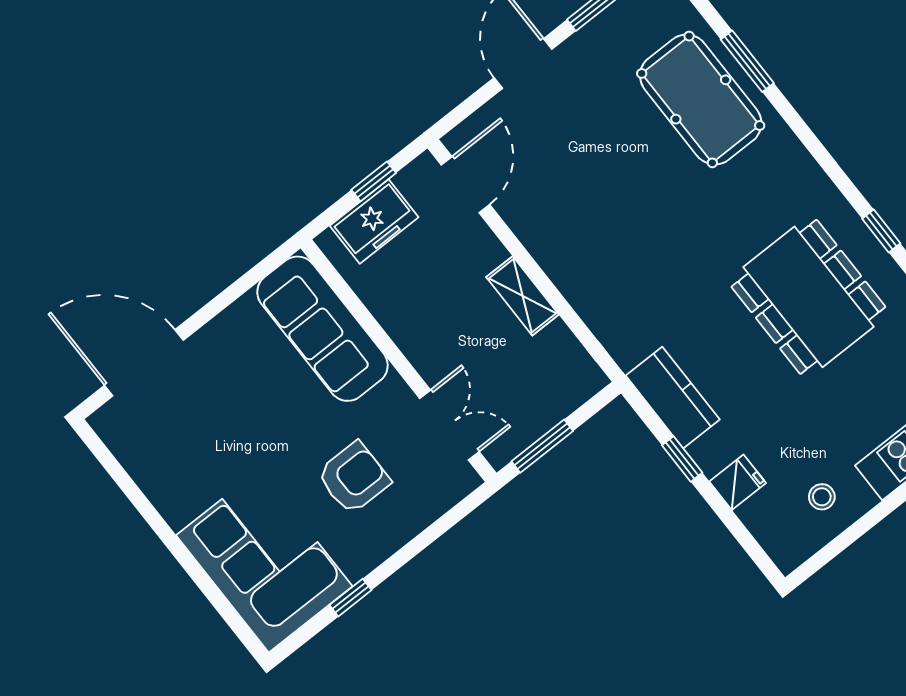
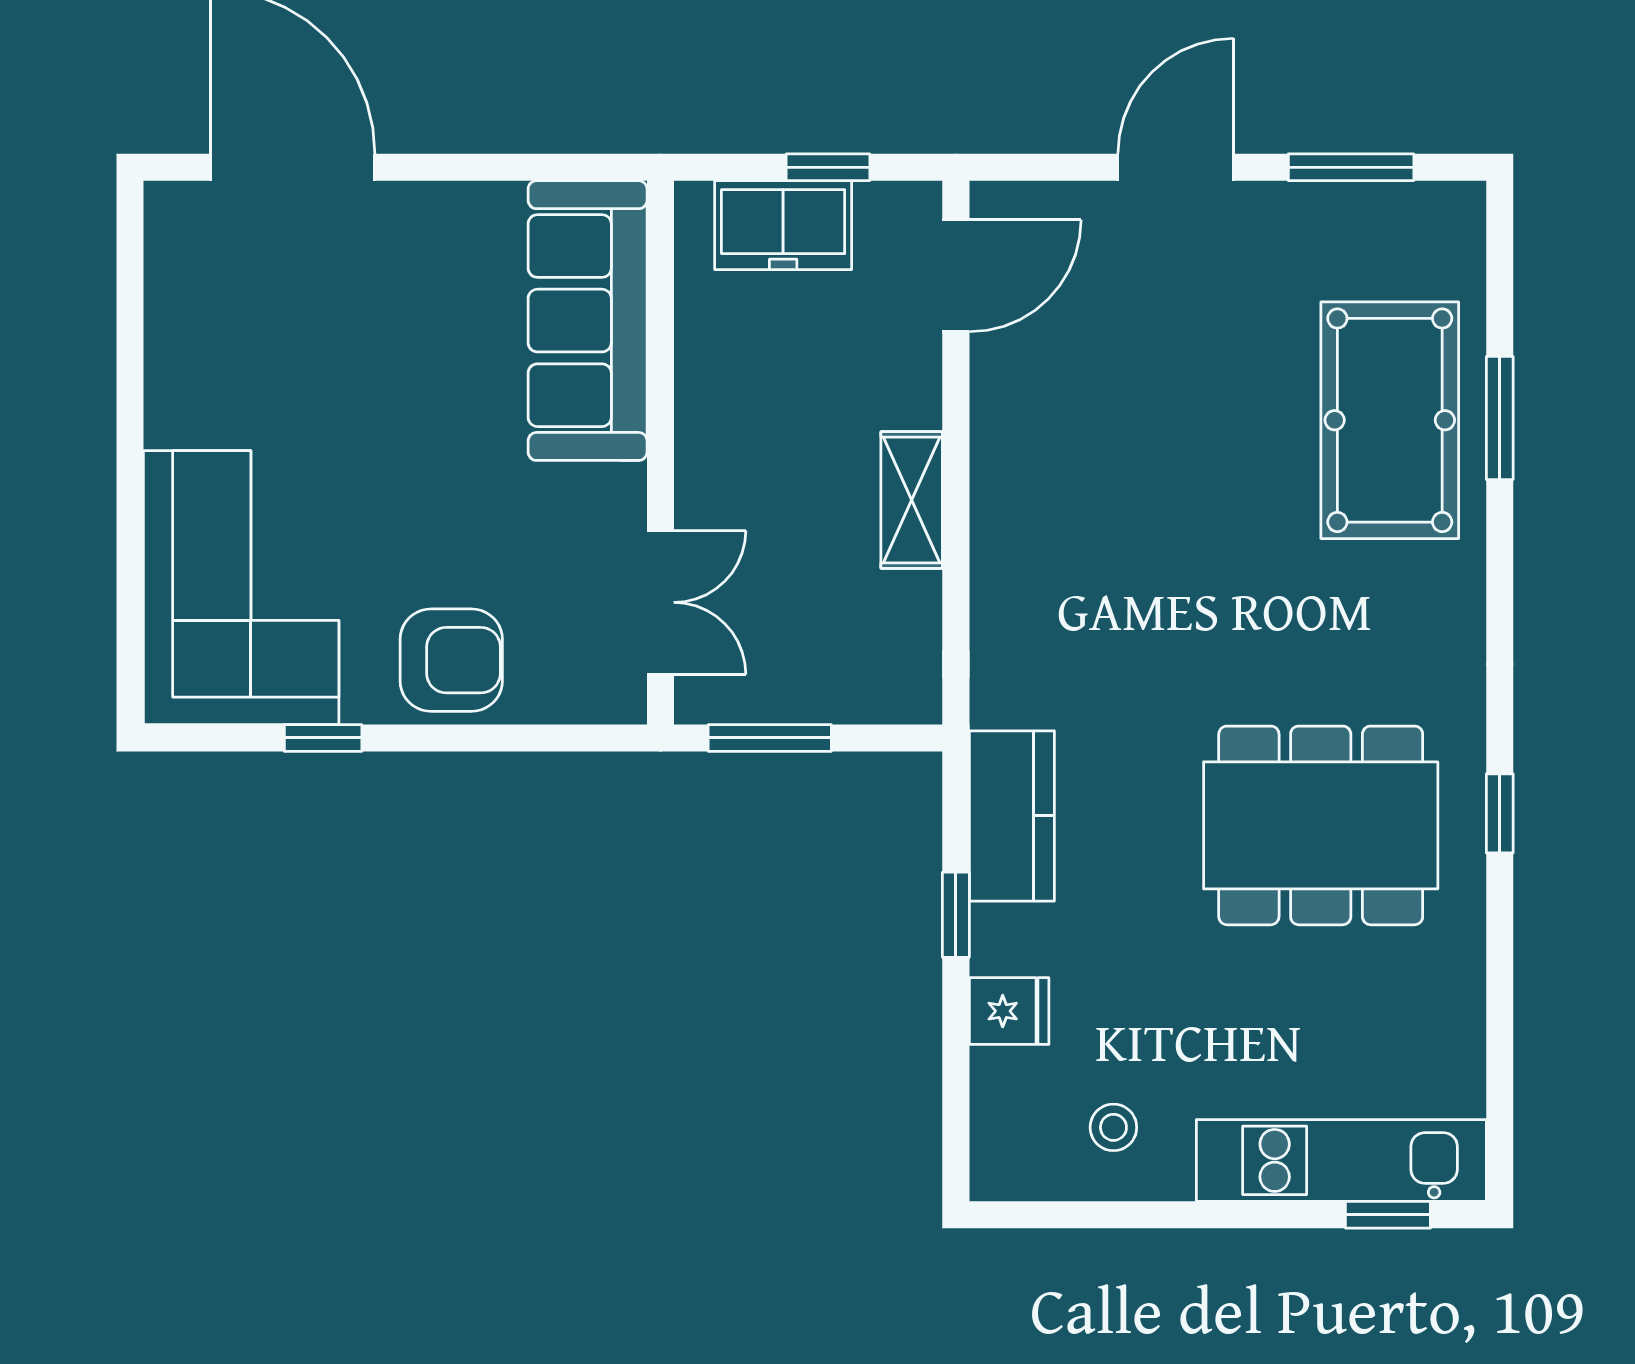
dining table: (808, 297) -> (1321, 825), turned 90
armchair: (354, 478) -> (451, 660), moved

